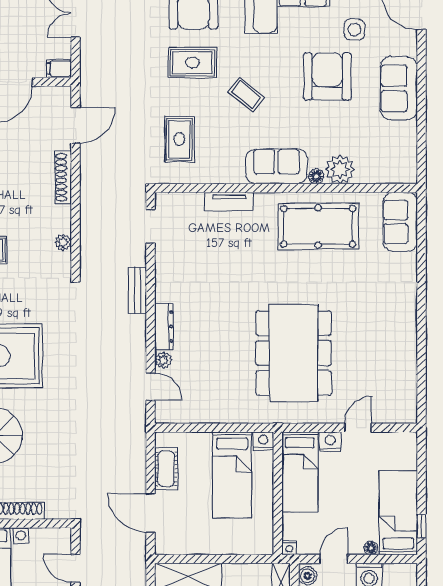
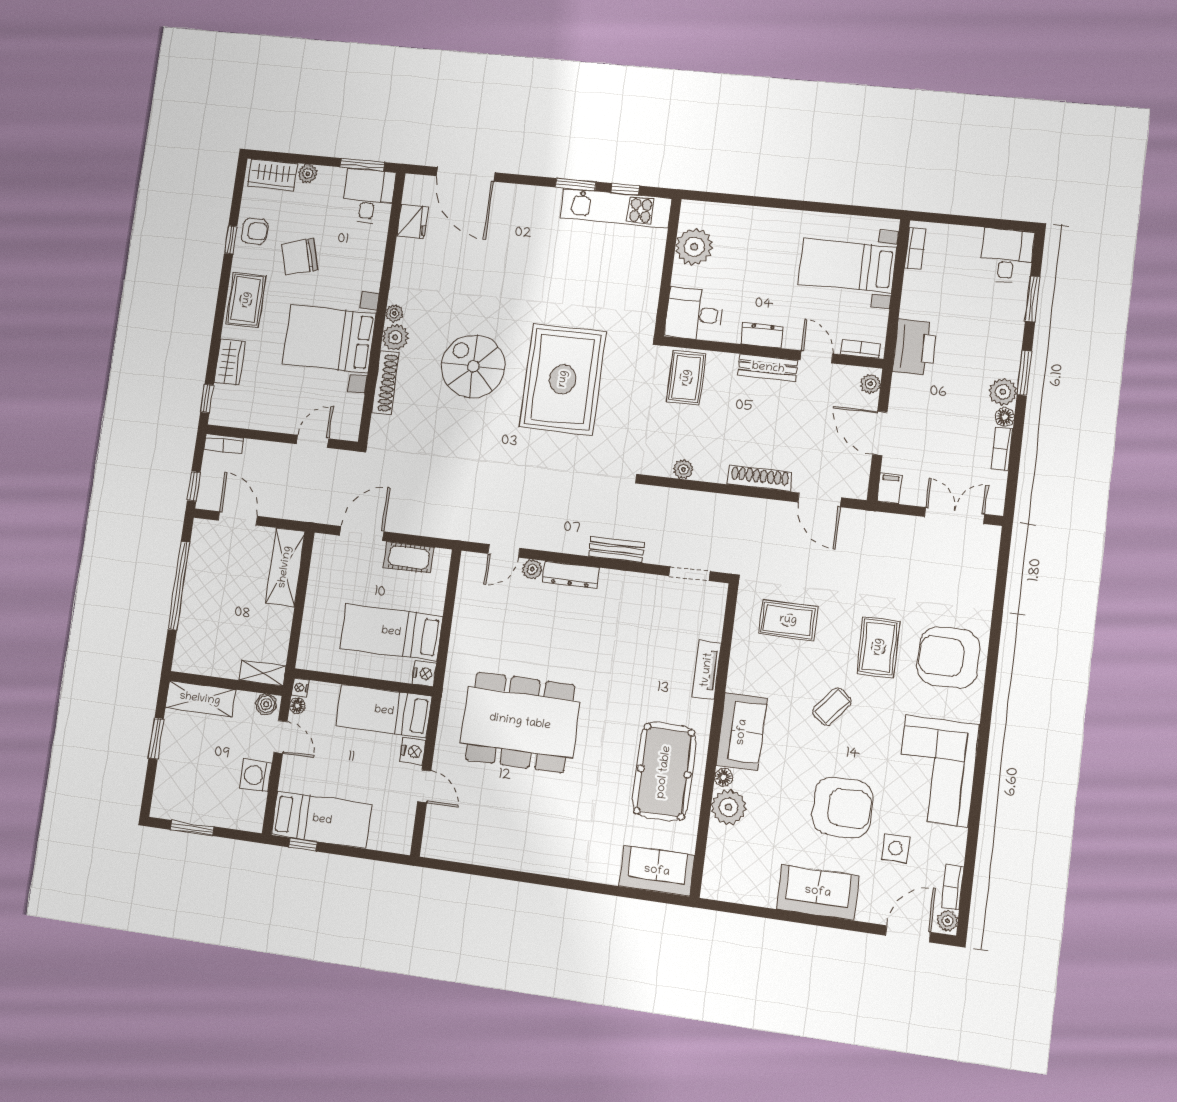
floor lamp: (371, 548) -> (297, 706), moved

